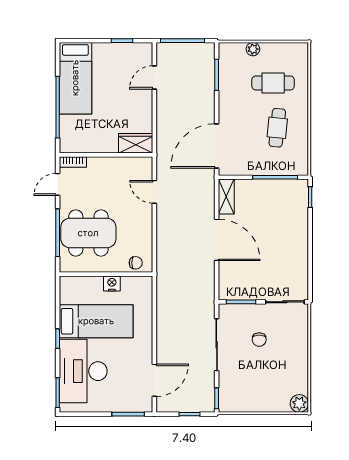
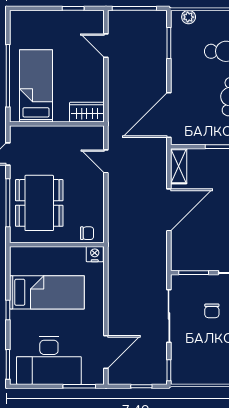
plant: (253, 49) -> (189, 17), moved
door: (154, 77) -> (106, 46), hinge flipped
bed: (75, 78) -> (36, 86), moved, turned 180
bookcase: (73, 162) -> (23, 131), removed
dining table: (88, 233) -> (39, 203), turned 90
door: (217, 240) -> (169, 210), hinge flipped
nightstand: (112, 283) -> (95, 254), moved
desk: (83, 371) -> (49, 360), moved, turned -90

